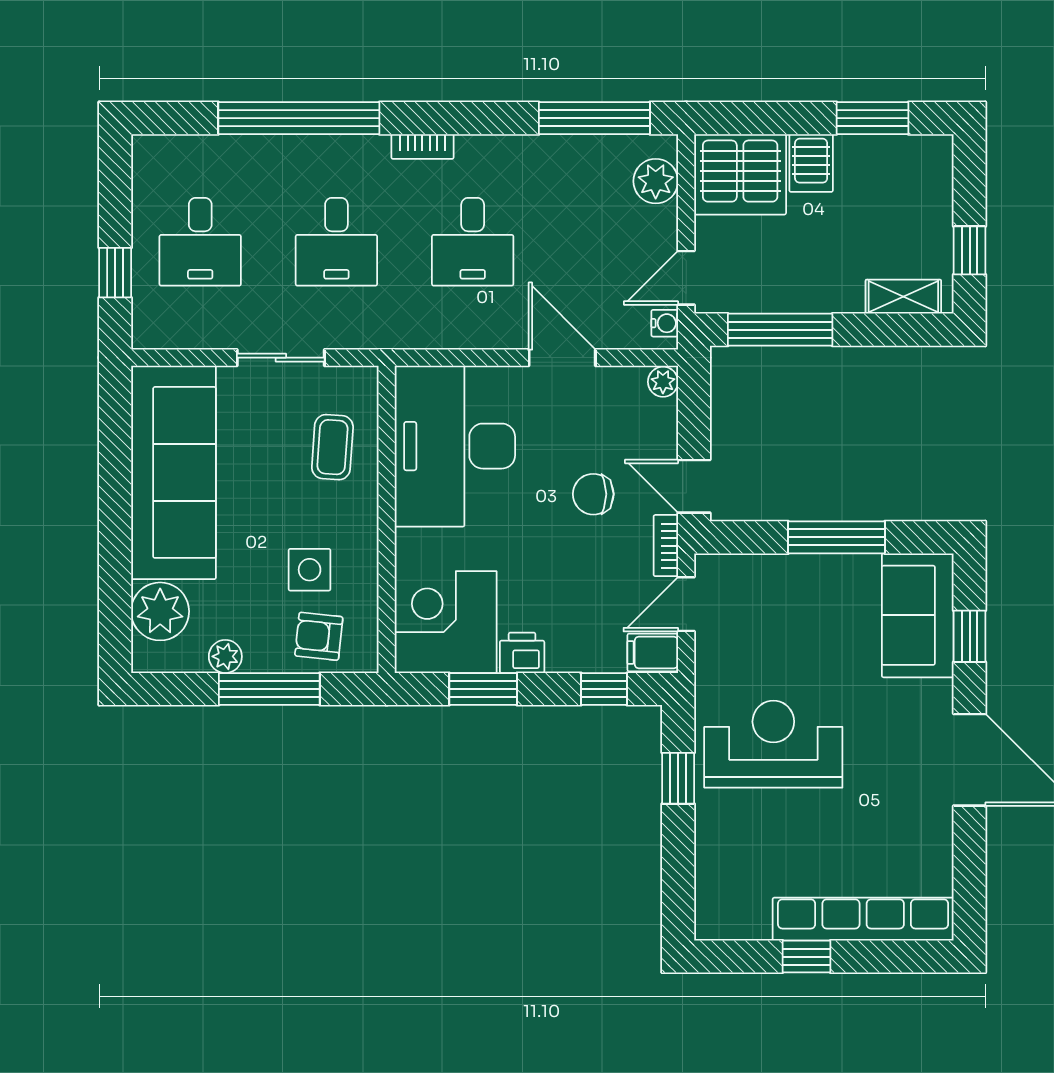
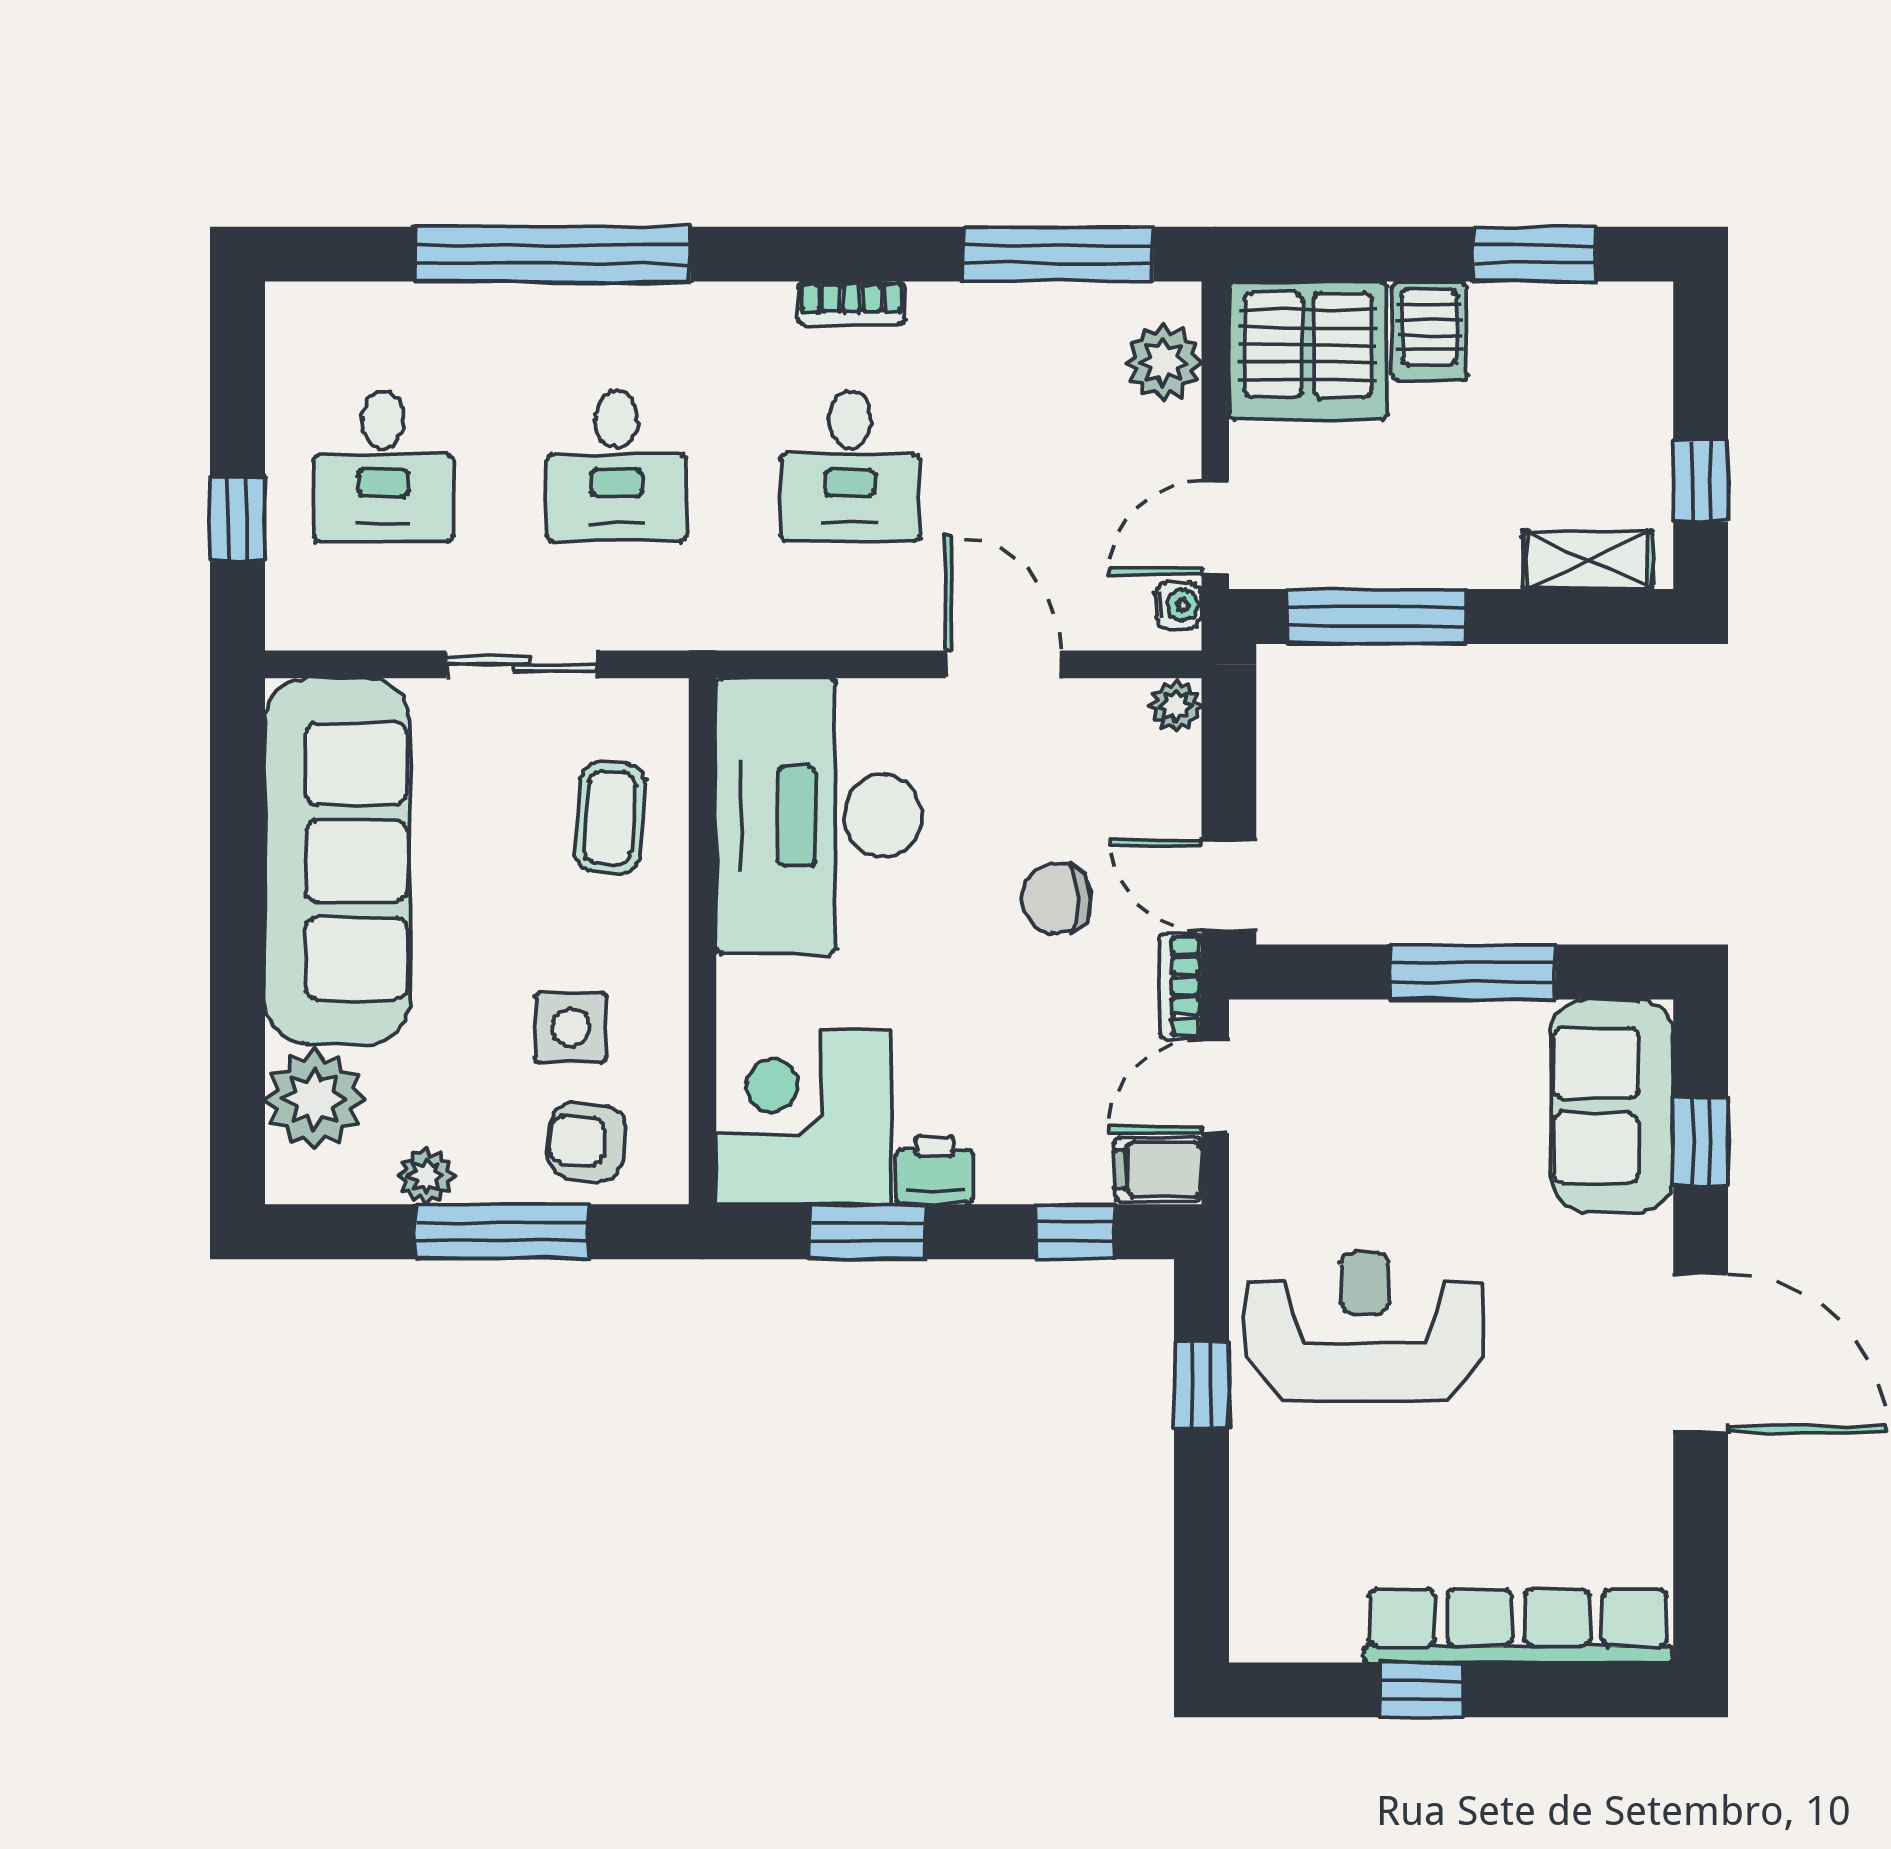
bookcase: (422, 146) -> (852, 303), moved

